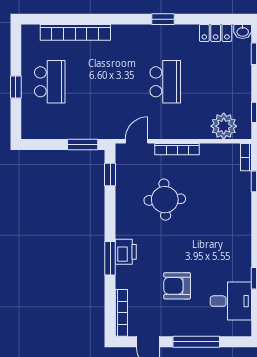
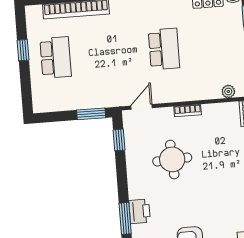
window: (16, 87) -> (23, 50), moved
plant: (224, 126) -> (228, 91), width x0.53, depth x0.53
bookcase: (177, 149) -> (188, 111), width x0.64

